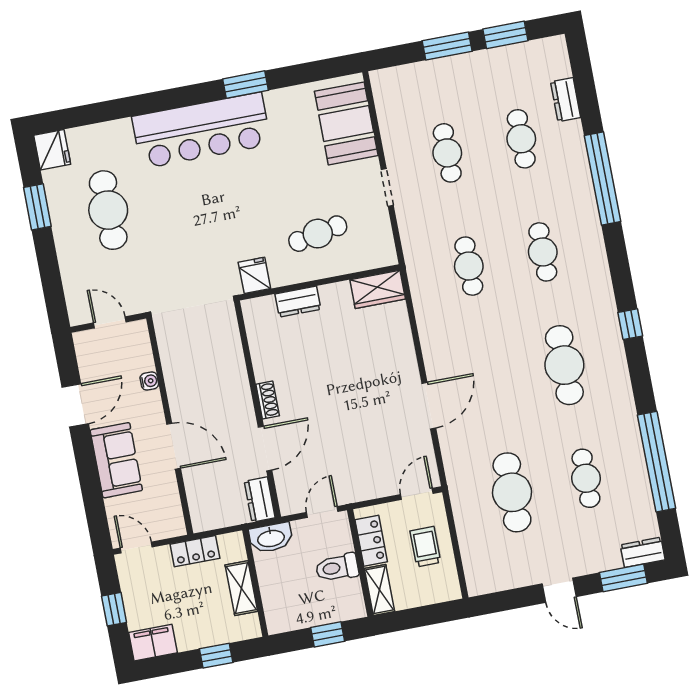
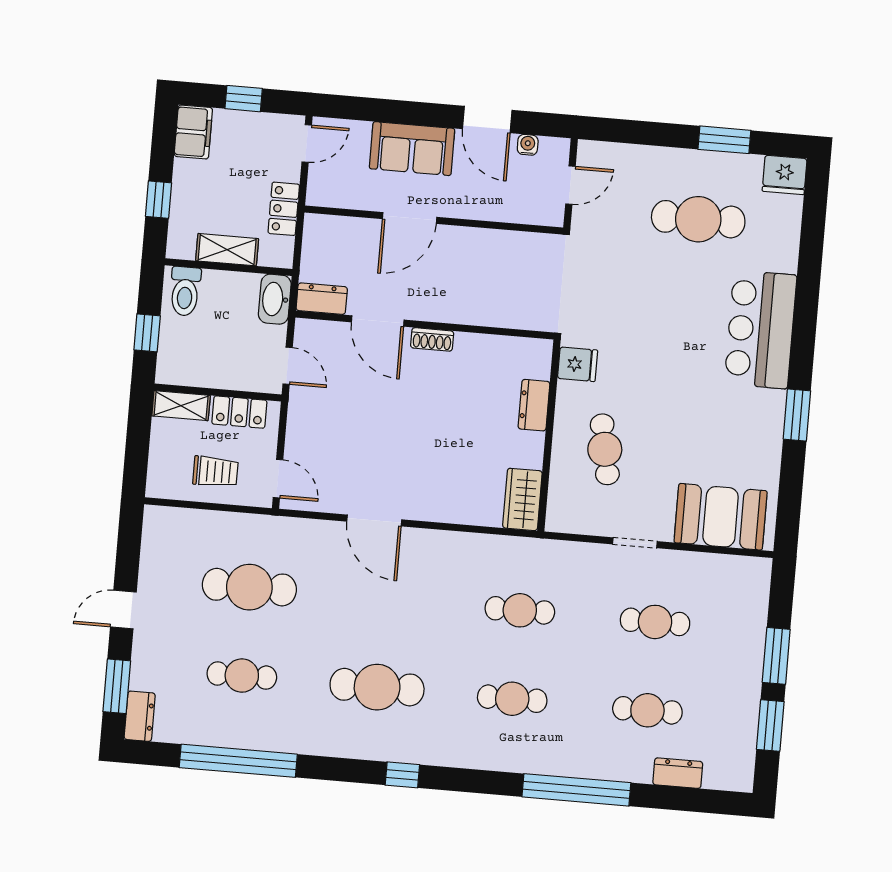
bar counter: (201, 131) -> (761, 329), width x0.73
water cooler: (149, 381) -> (528, 145), moved, turned 180
toilet: (337, 568) -> (185, 291), moved, turned 180

